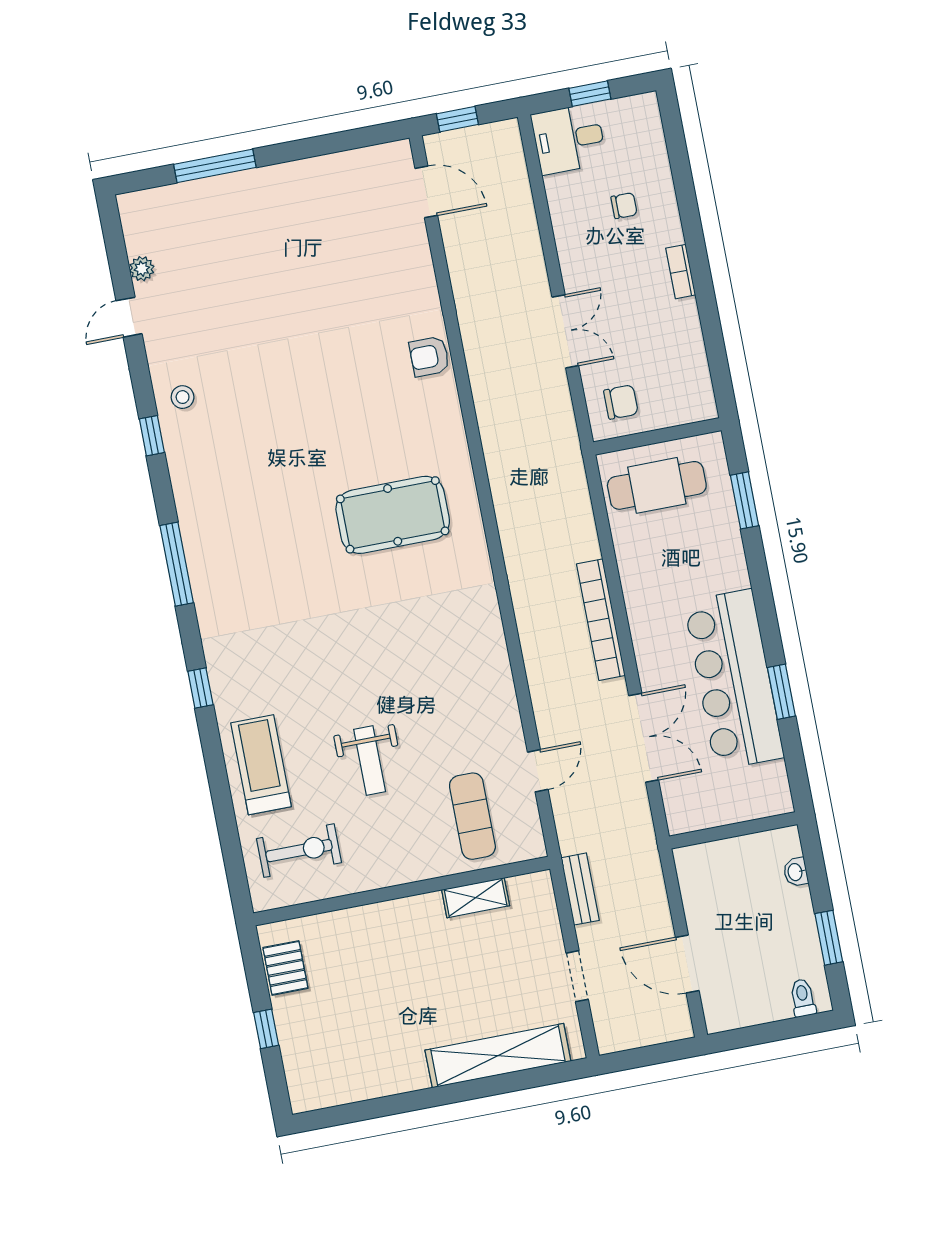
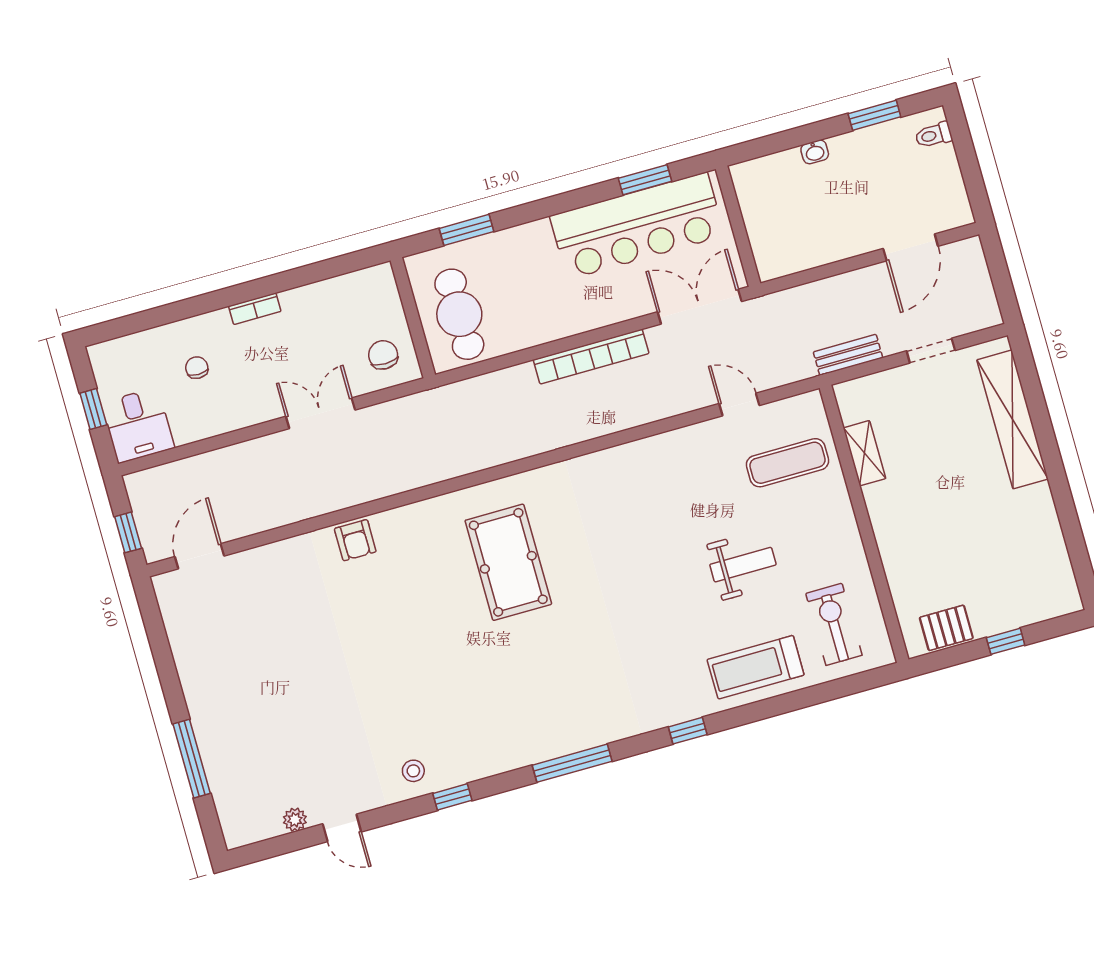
wall: (733, 830) -> (738, 226), moved

